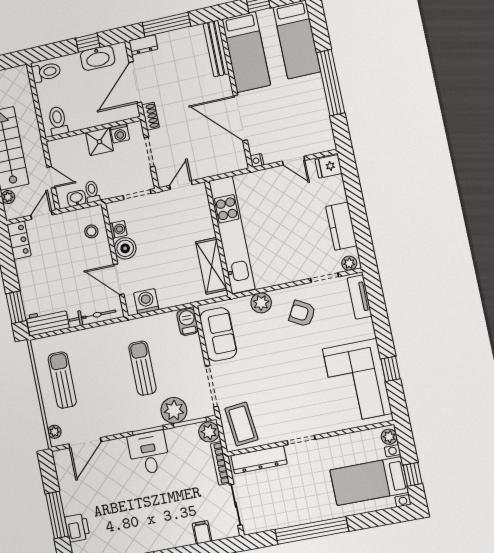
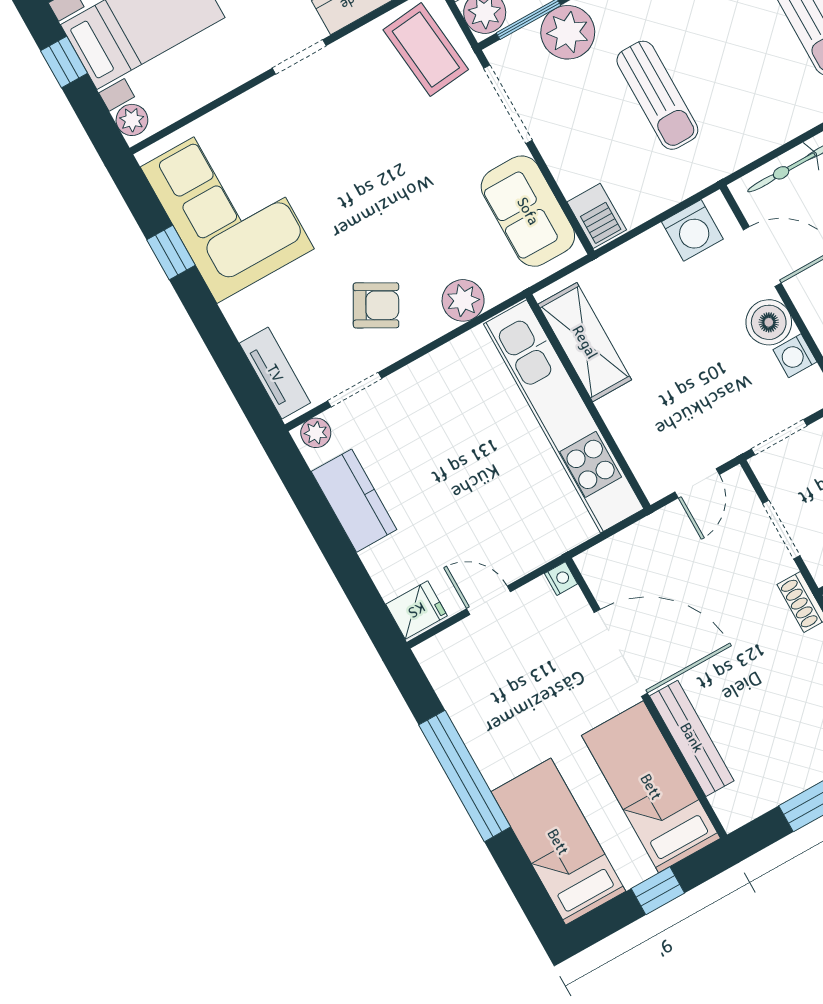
bench: (216, 49) -> (692, 738), moved

